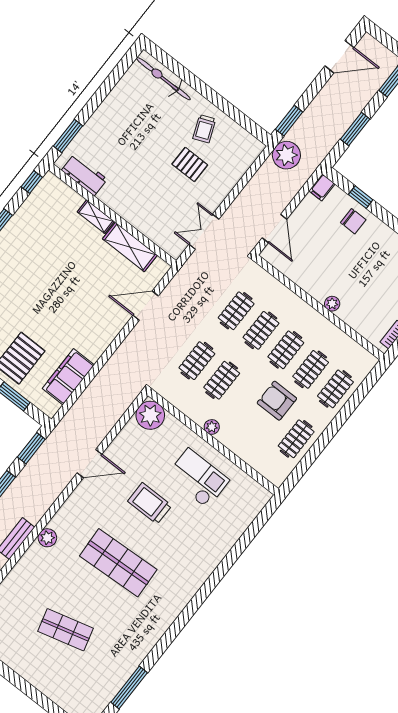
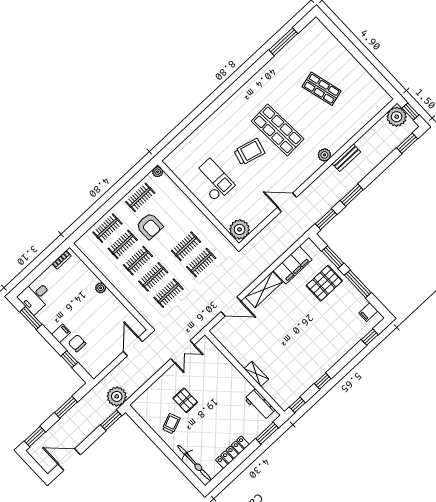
locker: (113, 102) -> (232, 452), added
filing cabinet: (322, 187) -> (61, 333), moved
shelving: (130, 247) -> (264, 290), moved, turned 90
plant: (212, 427) -> (158, 172), moved
checkout: (198, 478) -> (213, 180), turned 180
trolley: (150, 503) -> (249, 152), moved, turned -75

